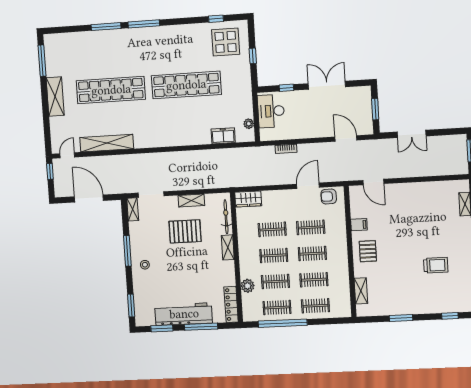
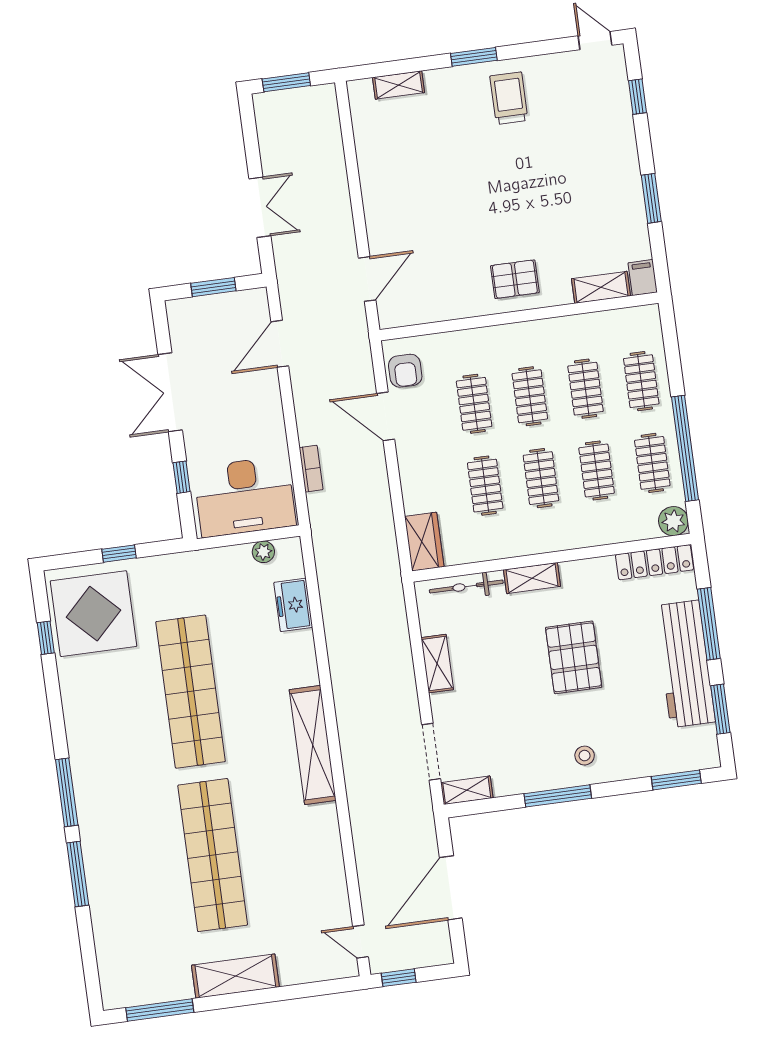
display table: (226, 42) -> (94, 614), width x1.36, depth x1.36
desk: (271, 111) -> (245, 497), width x1.36, depth x1.30
shelving: (107, 143) -> (313, 745), moved
filing cabinet: (359, 225) -> (643, 278), moved
pallet: (185, 231) -> (574, 657), moved
trolley: (436, 265) -> (509, 98), moved
plant: (248, 286) -> (673, 521), moved

